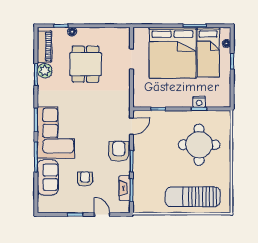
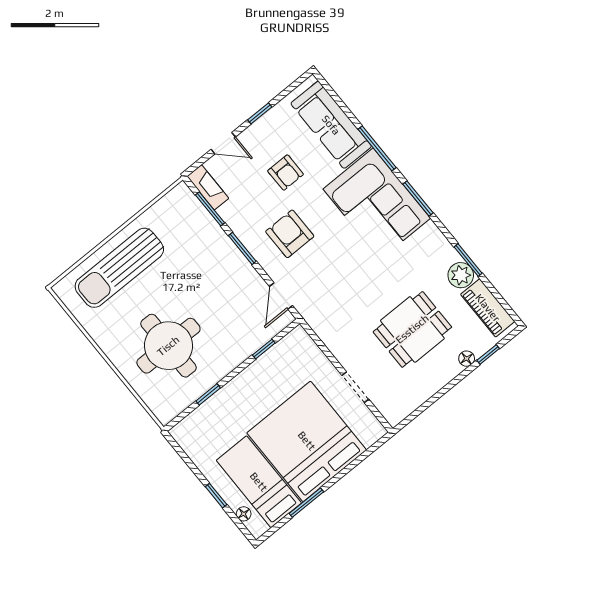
dining table: (86, 64) -> (412, 329), turned 90
nightstand: (199, 102) -> (216, 404), removed
armchair: (119, 151) -> (290, 234), moved, turned 180
sofa: (48, 177) -> (331, 125), width x1.36
fireplace: (125, 188) -> (208, 187), moved
sun lounger: (193, 197) -> (119, 268), turned 180

